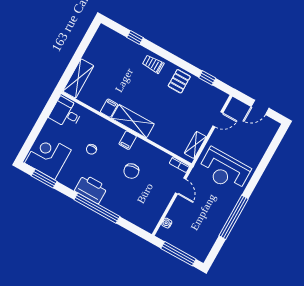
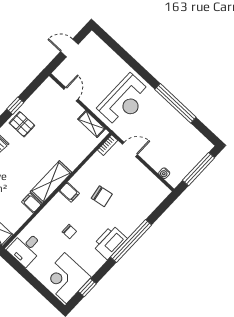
window: (207, 78) -> (15, 106), moved
door: (260, 107) -> (69, 48), swing flipped
window: (44, 179) -> (87, 288), width x0.67

